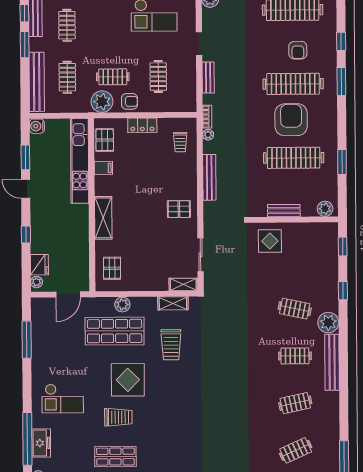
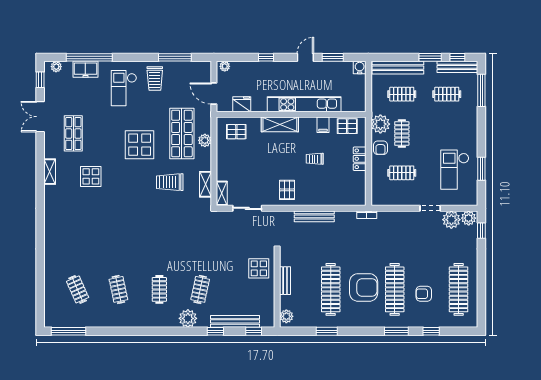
bench: (208, 77) -> (401, 216), removed
plant: (208, 135) -> (451, 220), moved, width x1.88, depth x1.88
trolley: (180, 142) -> (315, 159), moved
kitchen unit: (80, 161) -> (304, 104), moved
fridge: (39, 265) -> (242, 104), moved, turned 180
bench: (332, 362) -> (235, 321), moved
trolley: (118, 417) -> (155, 78), moved
display table: (165, 436) -> (91, 176), added

